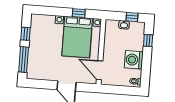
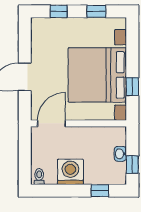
bed with nightstands: (77, 37) -> (97, 75), width x1.36
window: (24, 59) -> (59, 11), width x0.46

